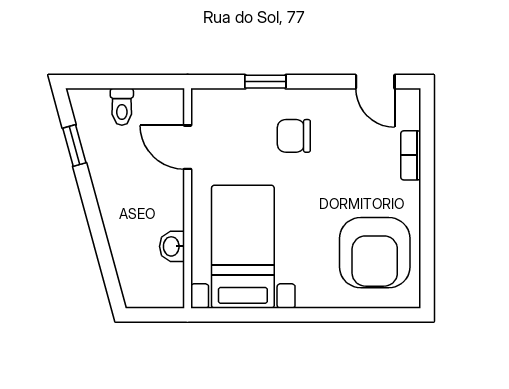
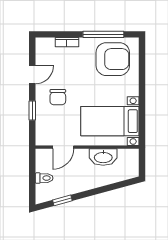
door: (375, 82) -> (32, 74), moved
window: (427, 233) -> (103, 34), added
washbasin: (172, 246) -> (103, 157), width x1.91, depth x1.45

